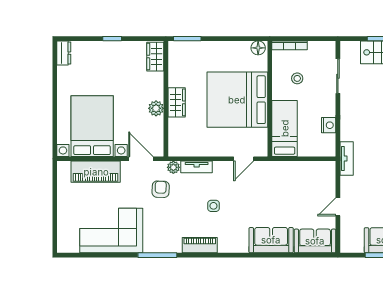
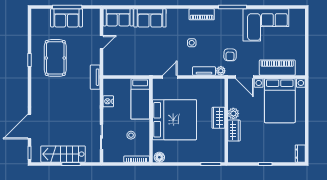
wardrobe: (155, 57) -> (234, 131), moved

